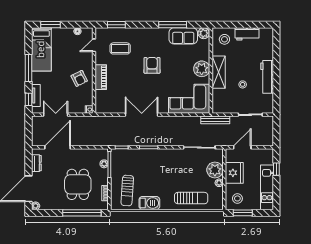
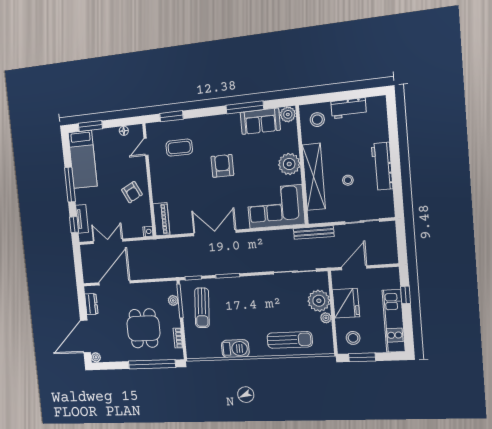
shelving: (219, 72) -> (314, 177), width x1.47
piano: (101, 77) -> (161, 219), moved
sun lounger: (127, 191) -> (202, 308), moved

